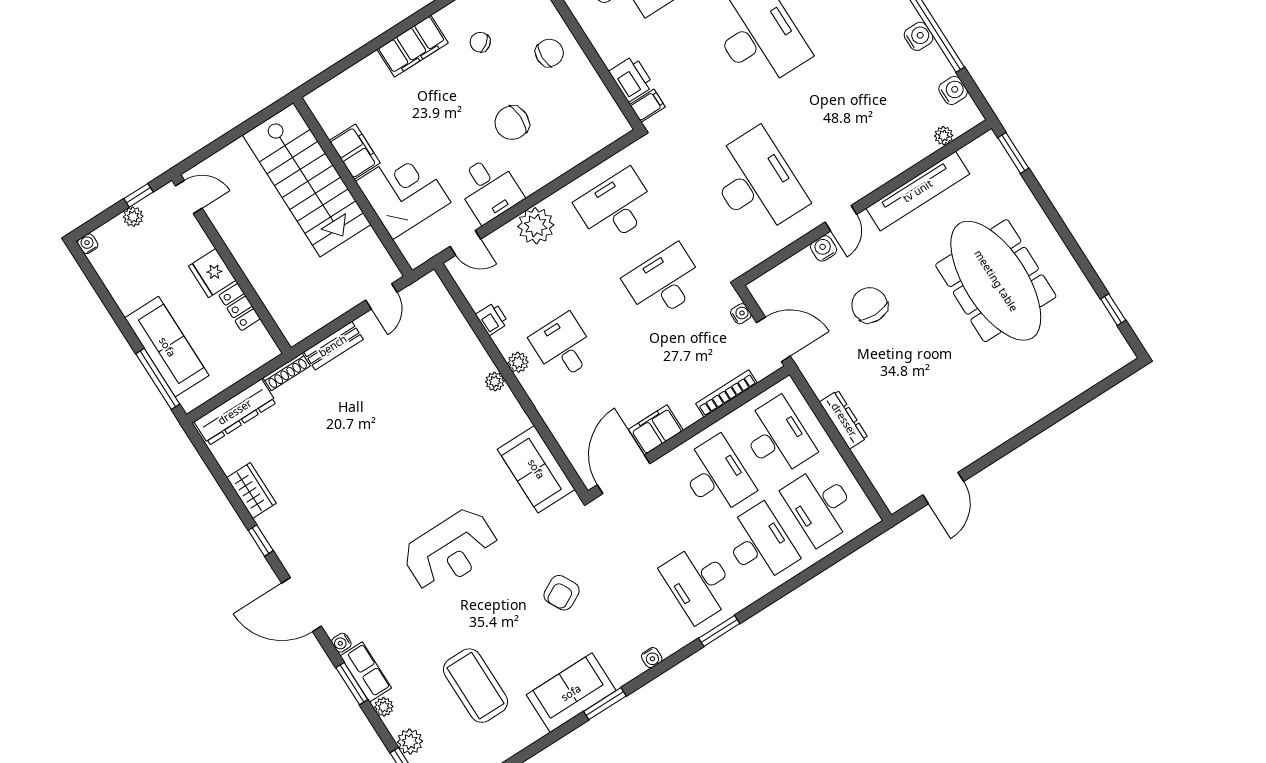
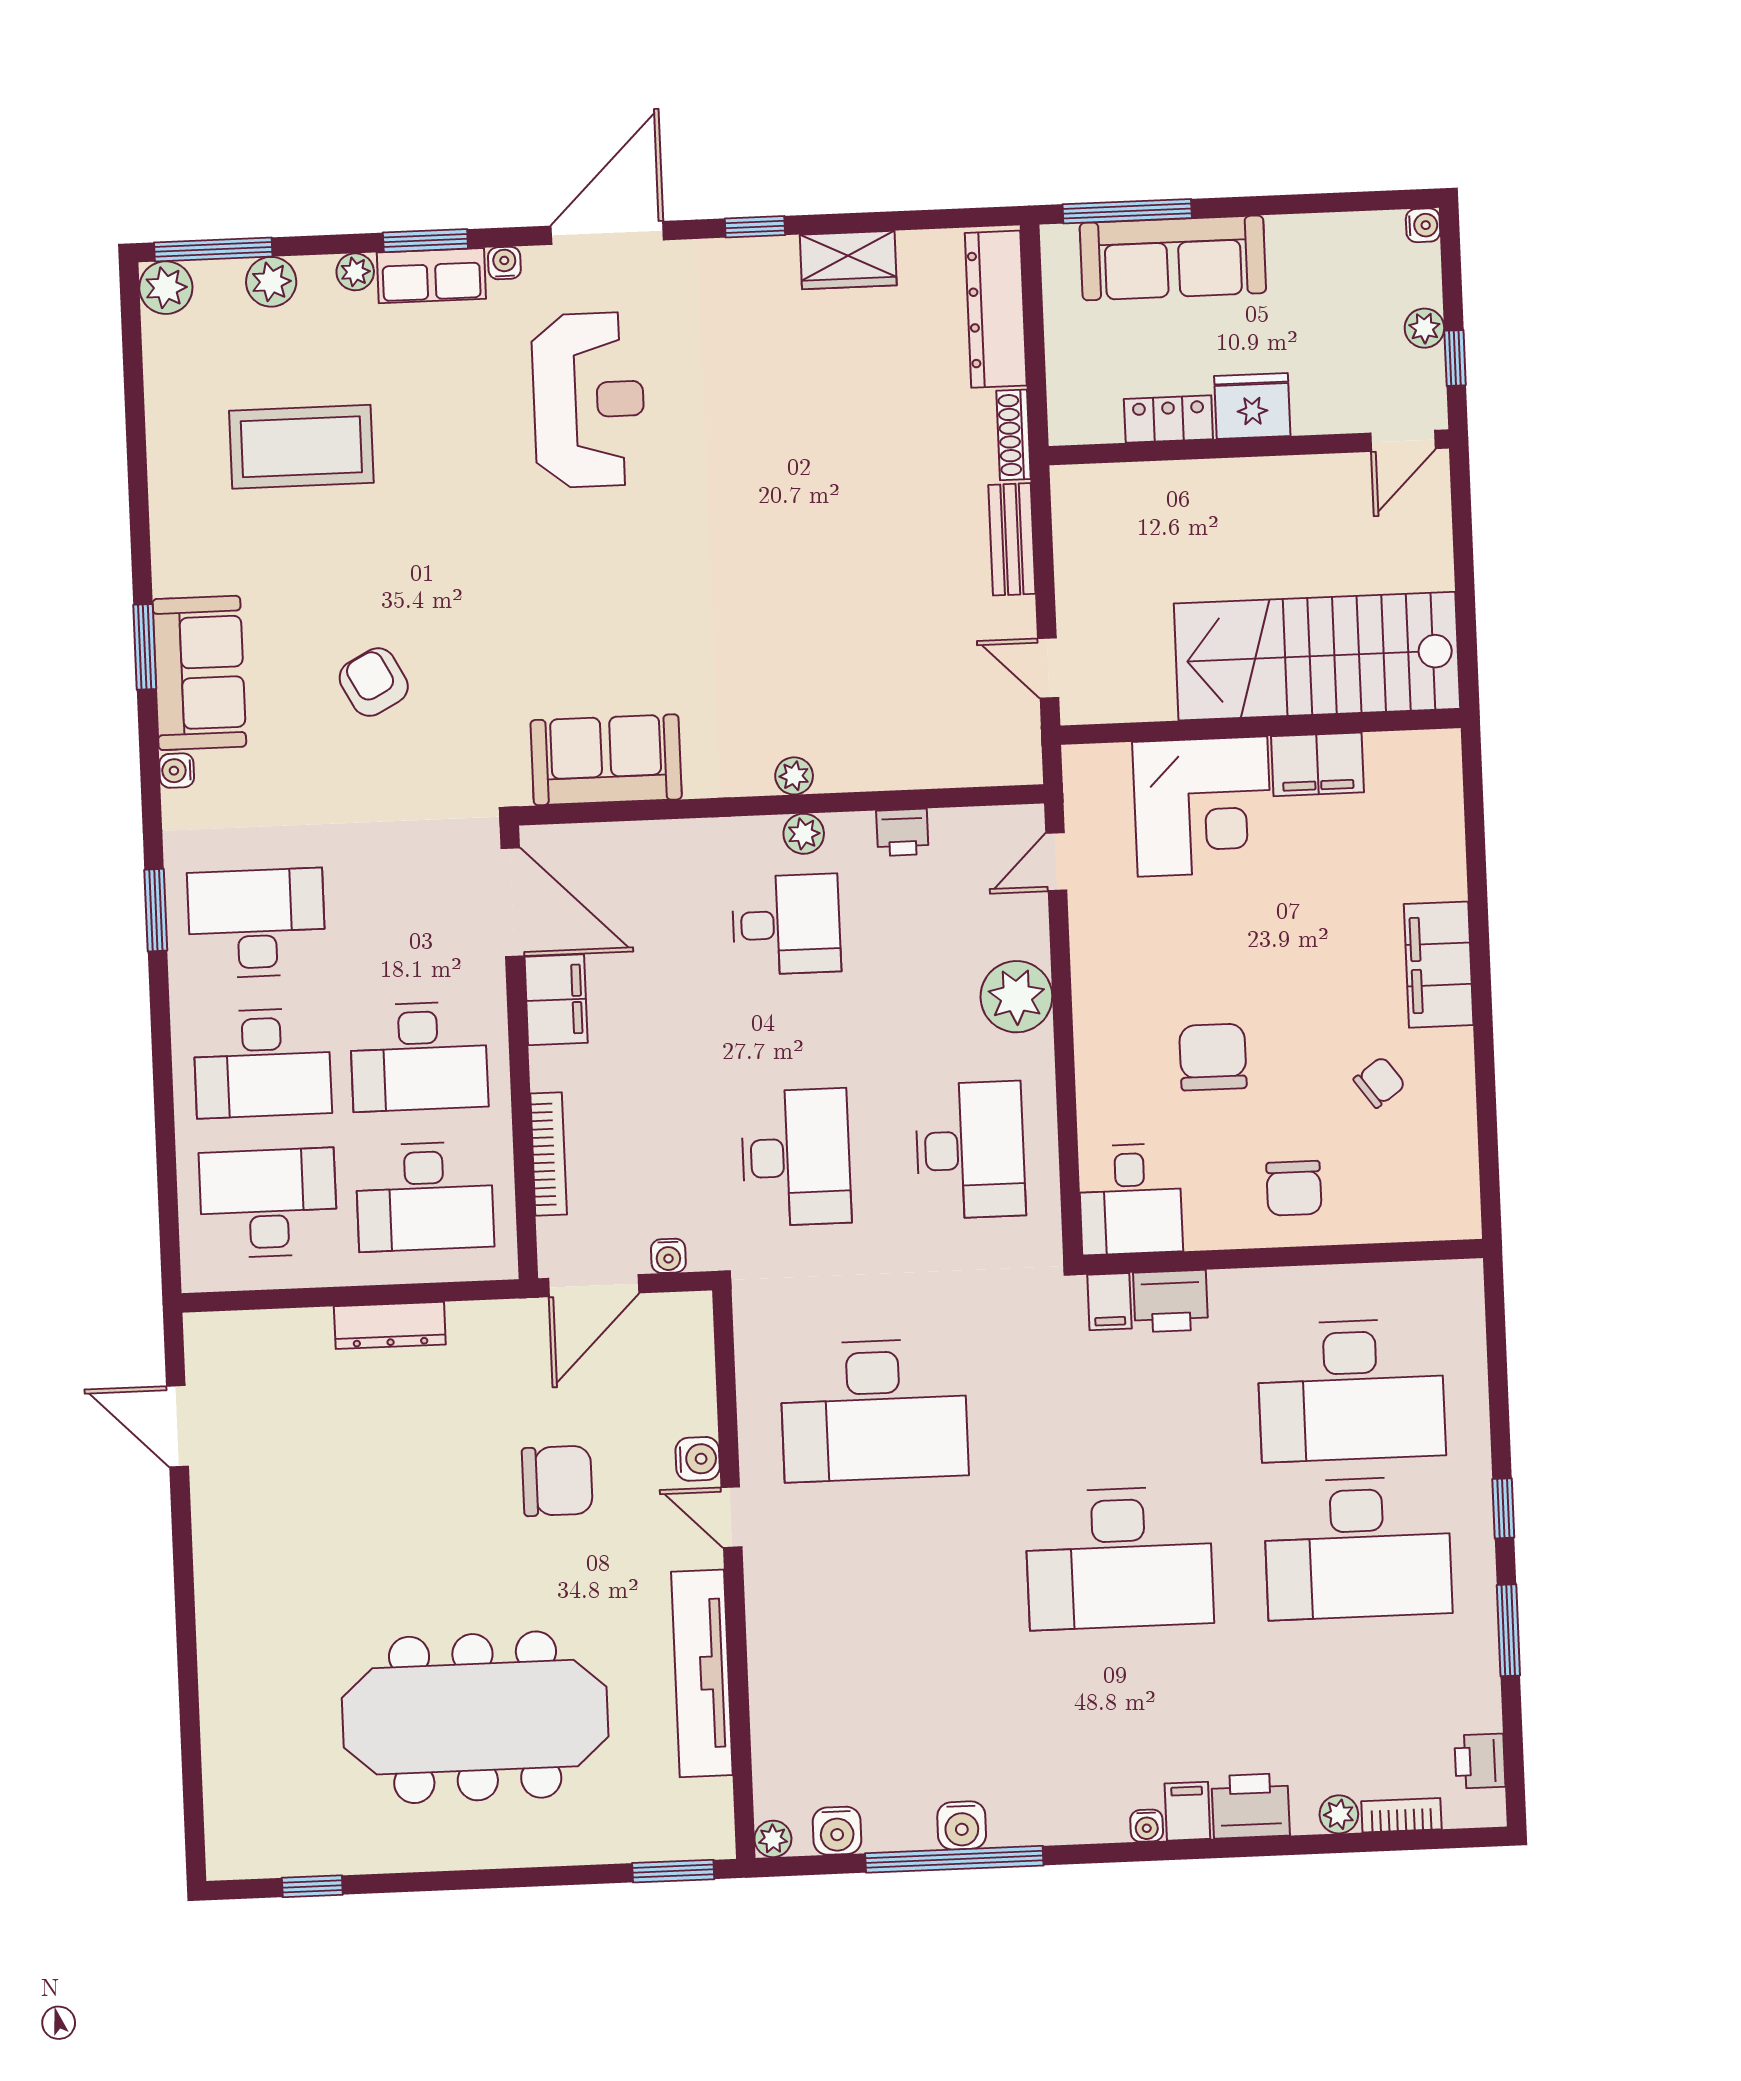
plant: (944, 136) -> (773, 1839), moved
desk: (489, 189) -> (1130, 1199), moved, turned -90
reception desk: (451, 550) -> (589, 400), moved, turned 180
sofa: (571, 693) -> (199, 673), moved

